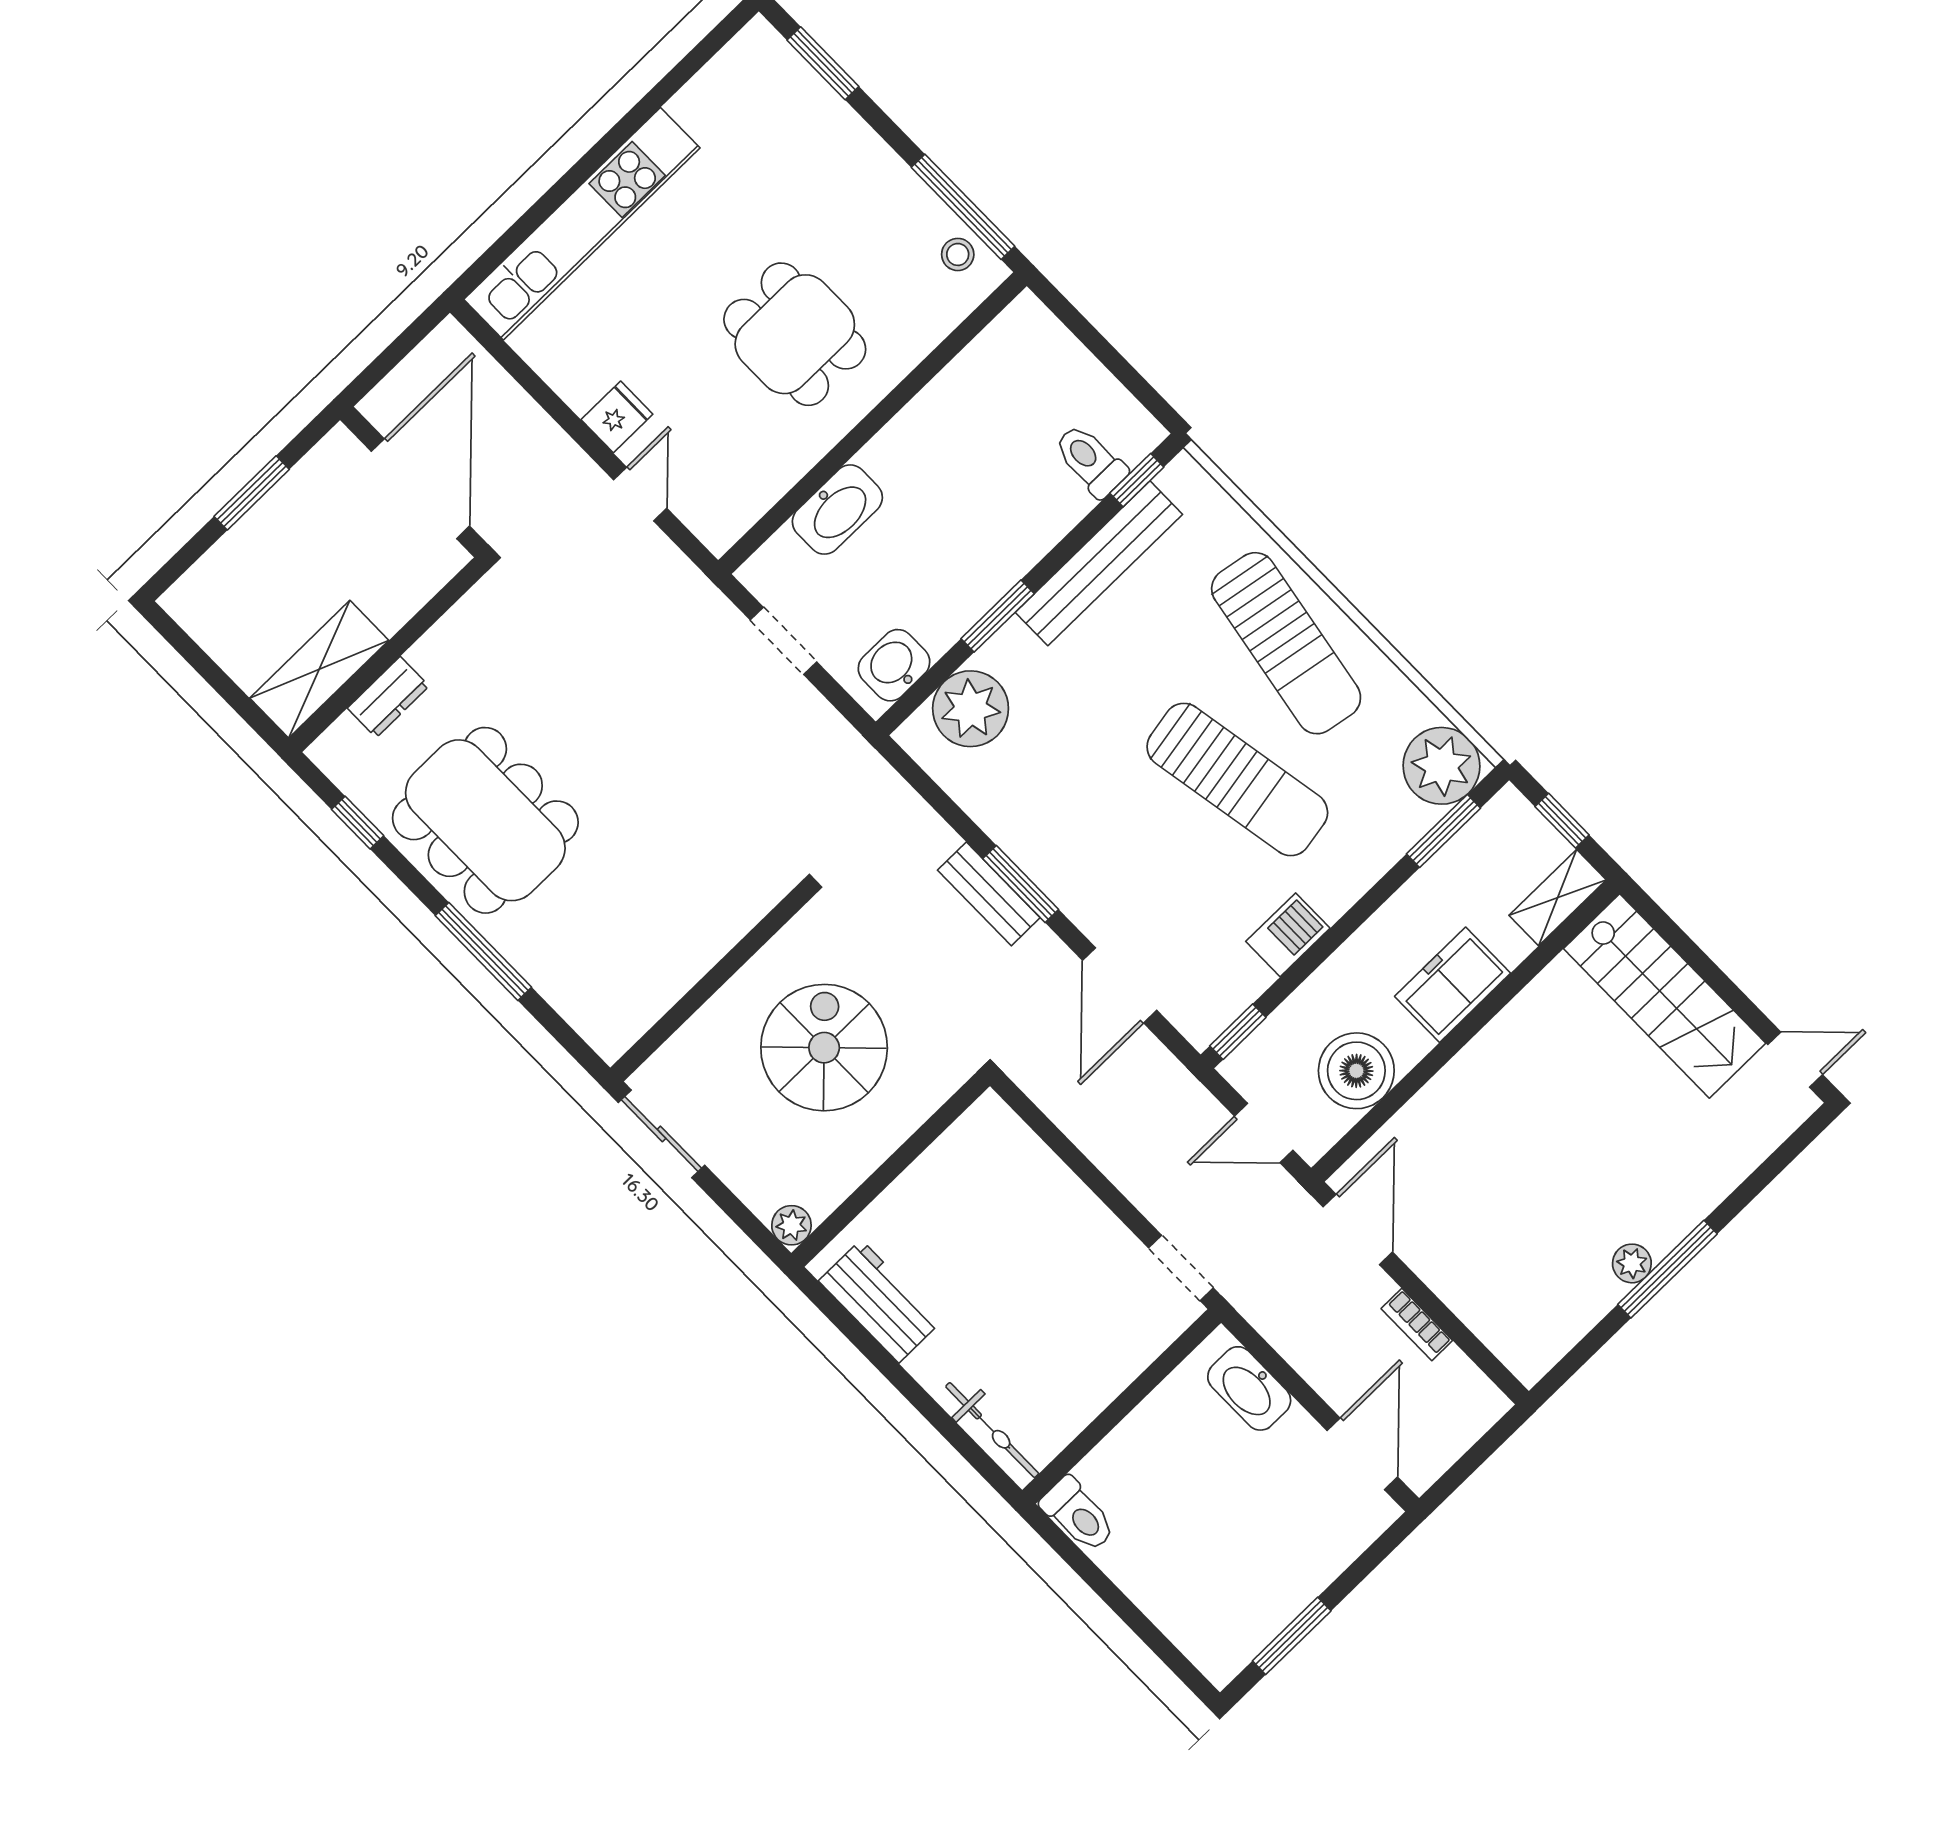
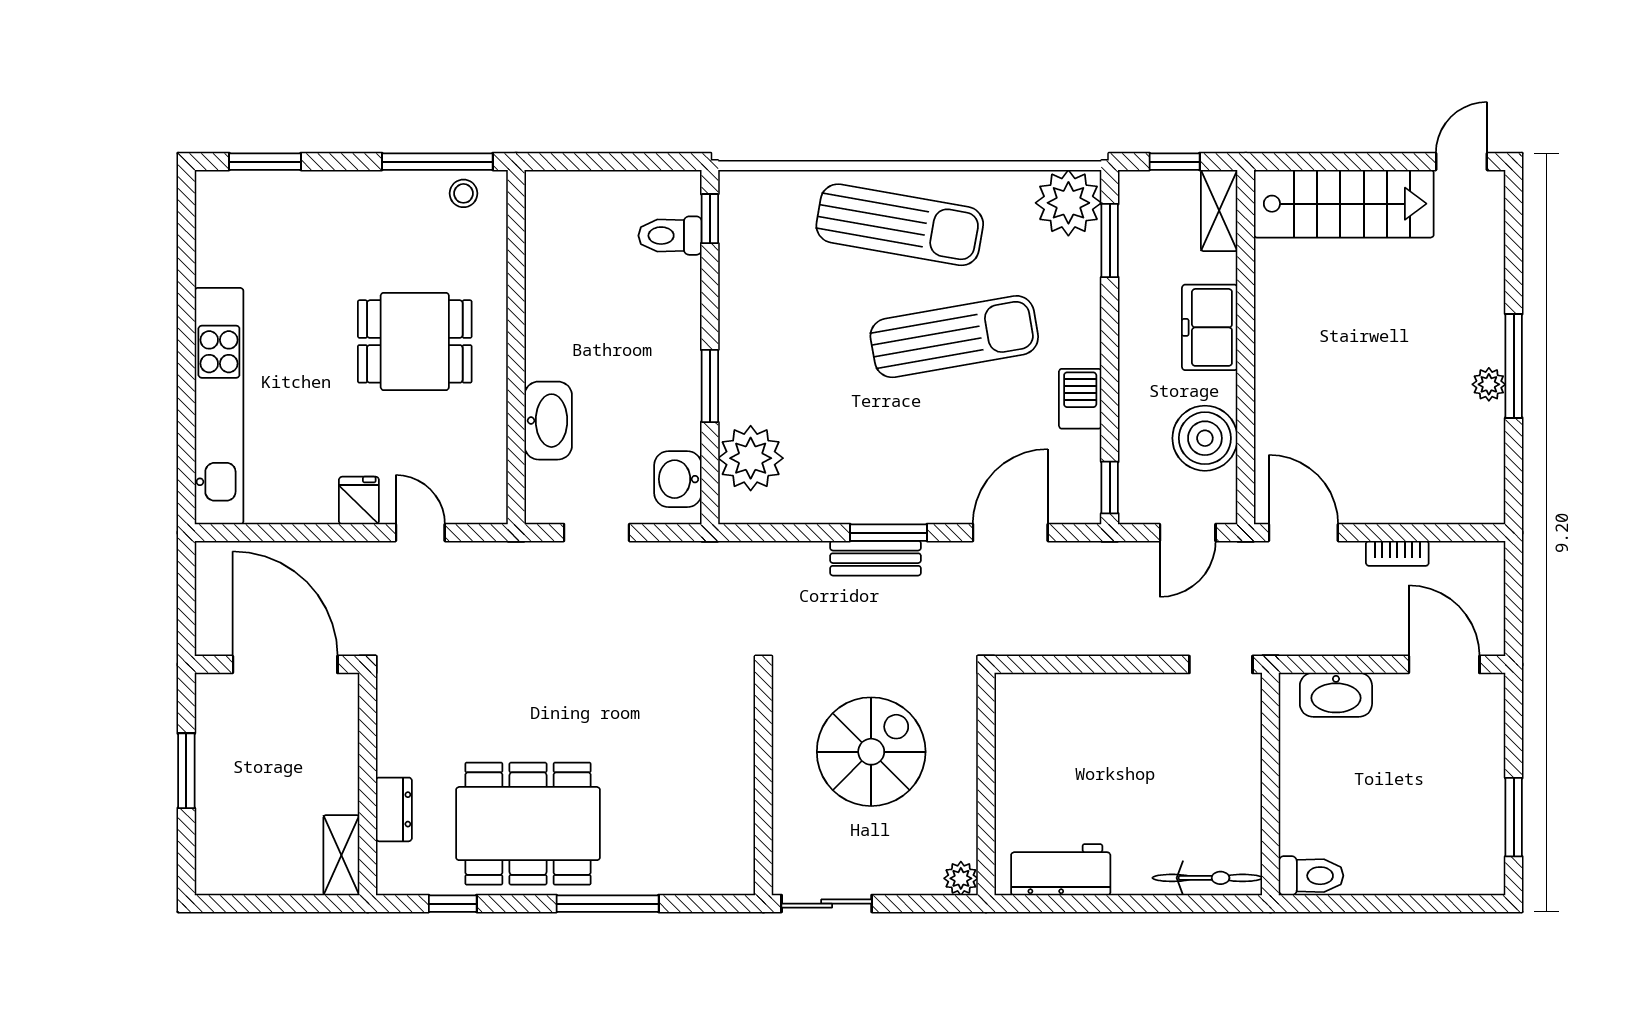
bench: (1099, 563) -> (738, 292), removed
shelving: (319, 669) -> (341, 855), width x0.67, depth x0.75
door: (1120, 985) -> (1010, 533), swing flipped
spiral stairs: (824, 1048) -> (871, 752), turned 90

